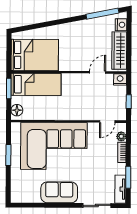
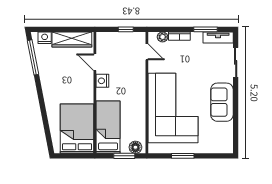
nightstand: (120, 79) -> (102, 81), moved
window: (9, 88) -> (124, 156), moved

